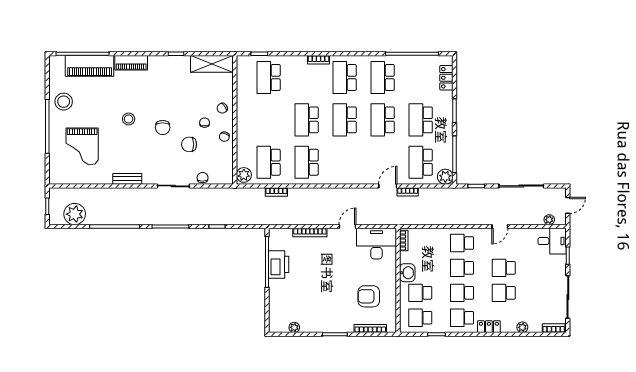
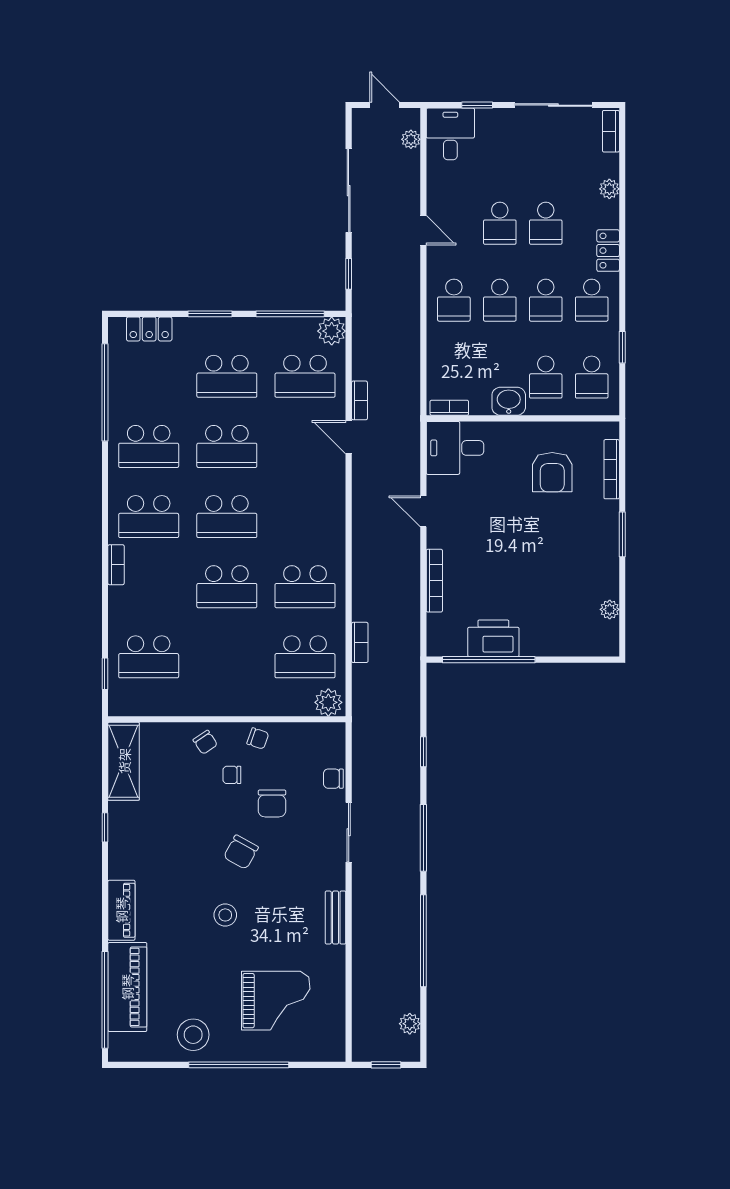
chair: (163, 128) -> (241, 852), turned 119
plant: (75, 214) -> (410, 1024), width x0.53, depth x0.53
desk: (376, 244) -> (455, 448), width x0.73

